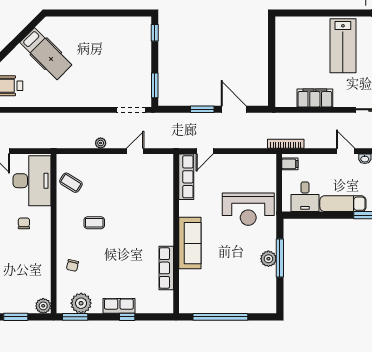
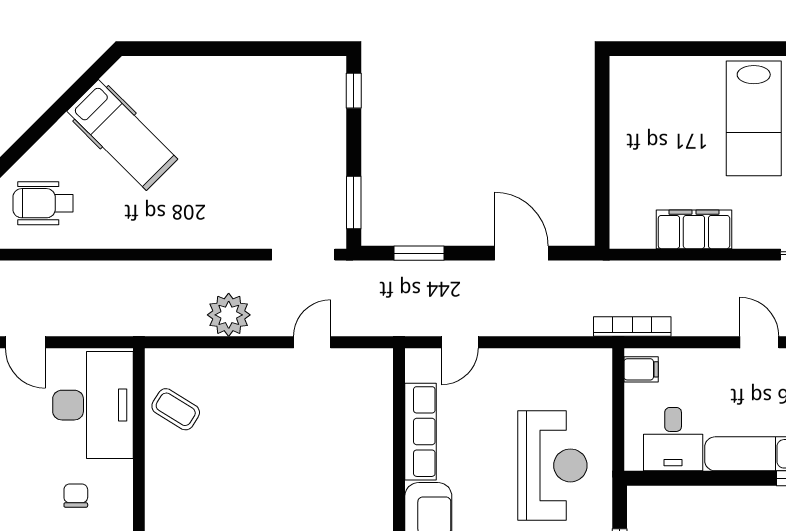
window: (202, 109) -> (419, 253), moved
plant: (101, 143) -> (229, 315), width x1.88, depth x1.88
row of seats: (186, 177) -> (421, 432), moved
reception desk: (248, 209) -> (552, 465), turned -90
coffee table: (94, 223) -> (225, 494), removed

